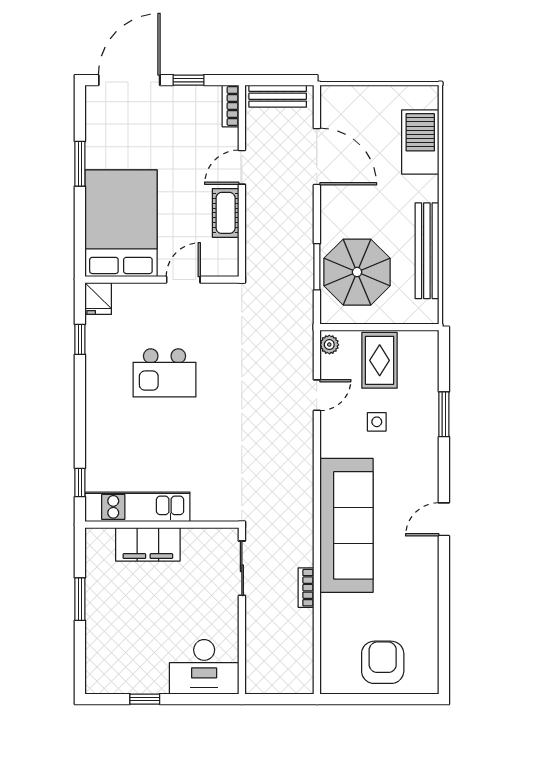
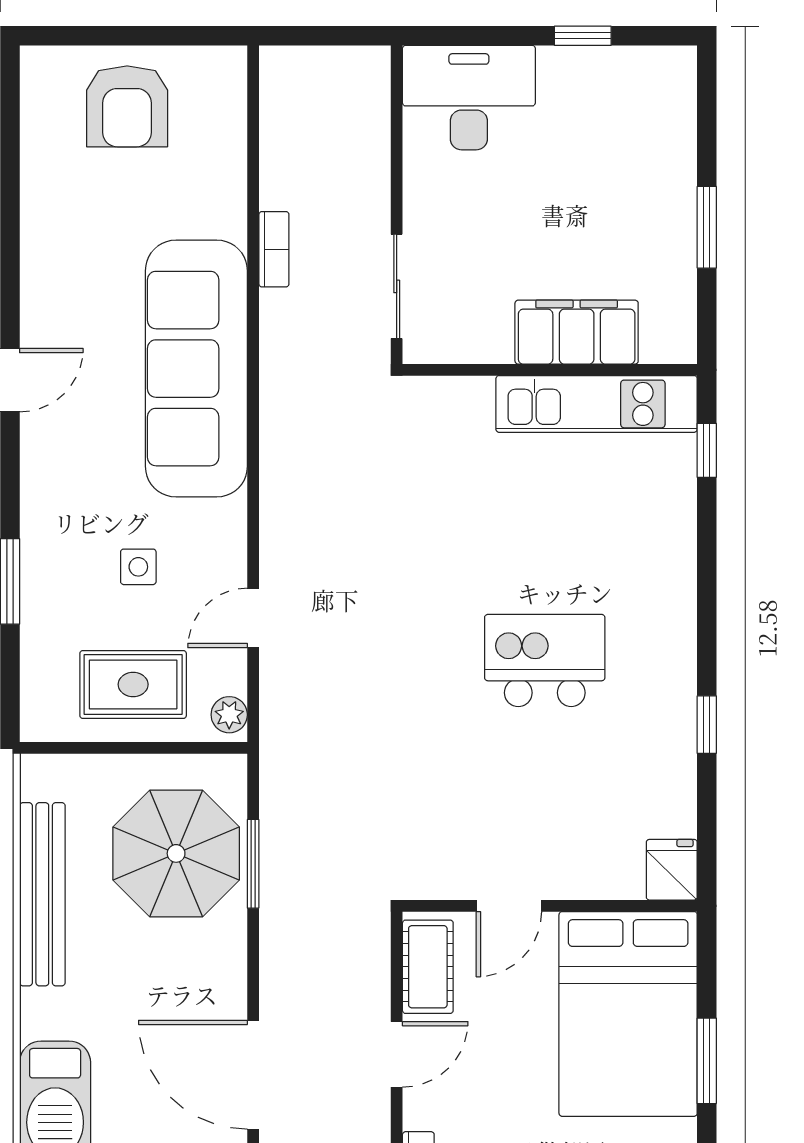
bed: (121, 223) -> (628, 1014), moved
wall: (162, 280) -> (550, 906), moved
door: (183, 280) -> (509, 906), moved
fridge: (98, 299) -> (672, 870), moved
rug: (380, 360) -> (133, 684), turned 90

